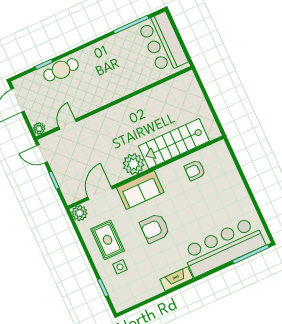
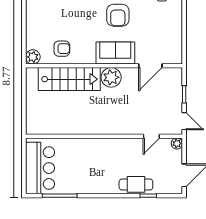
plant: (80, 213) -> (33, 57), moved
armchair: (155, 228) -> (118, 15), turned 90
rug: (108, 240) -> (162, 24), removed

